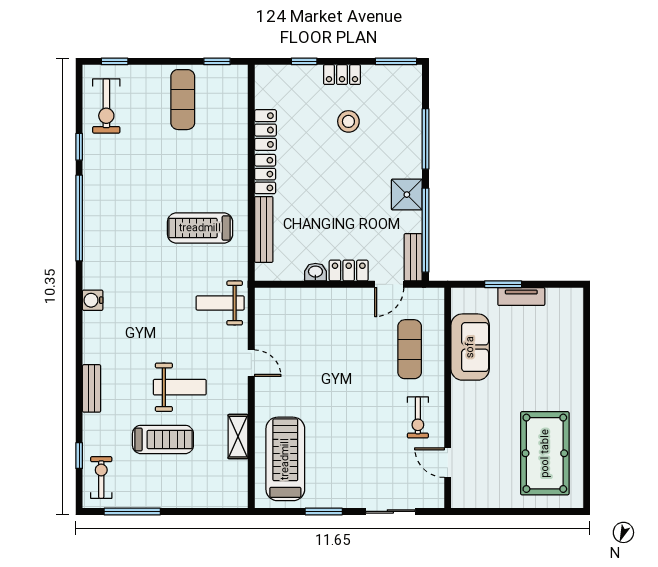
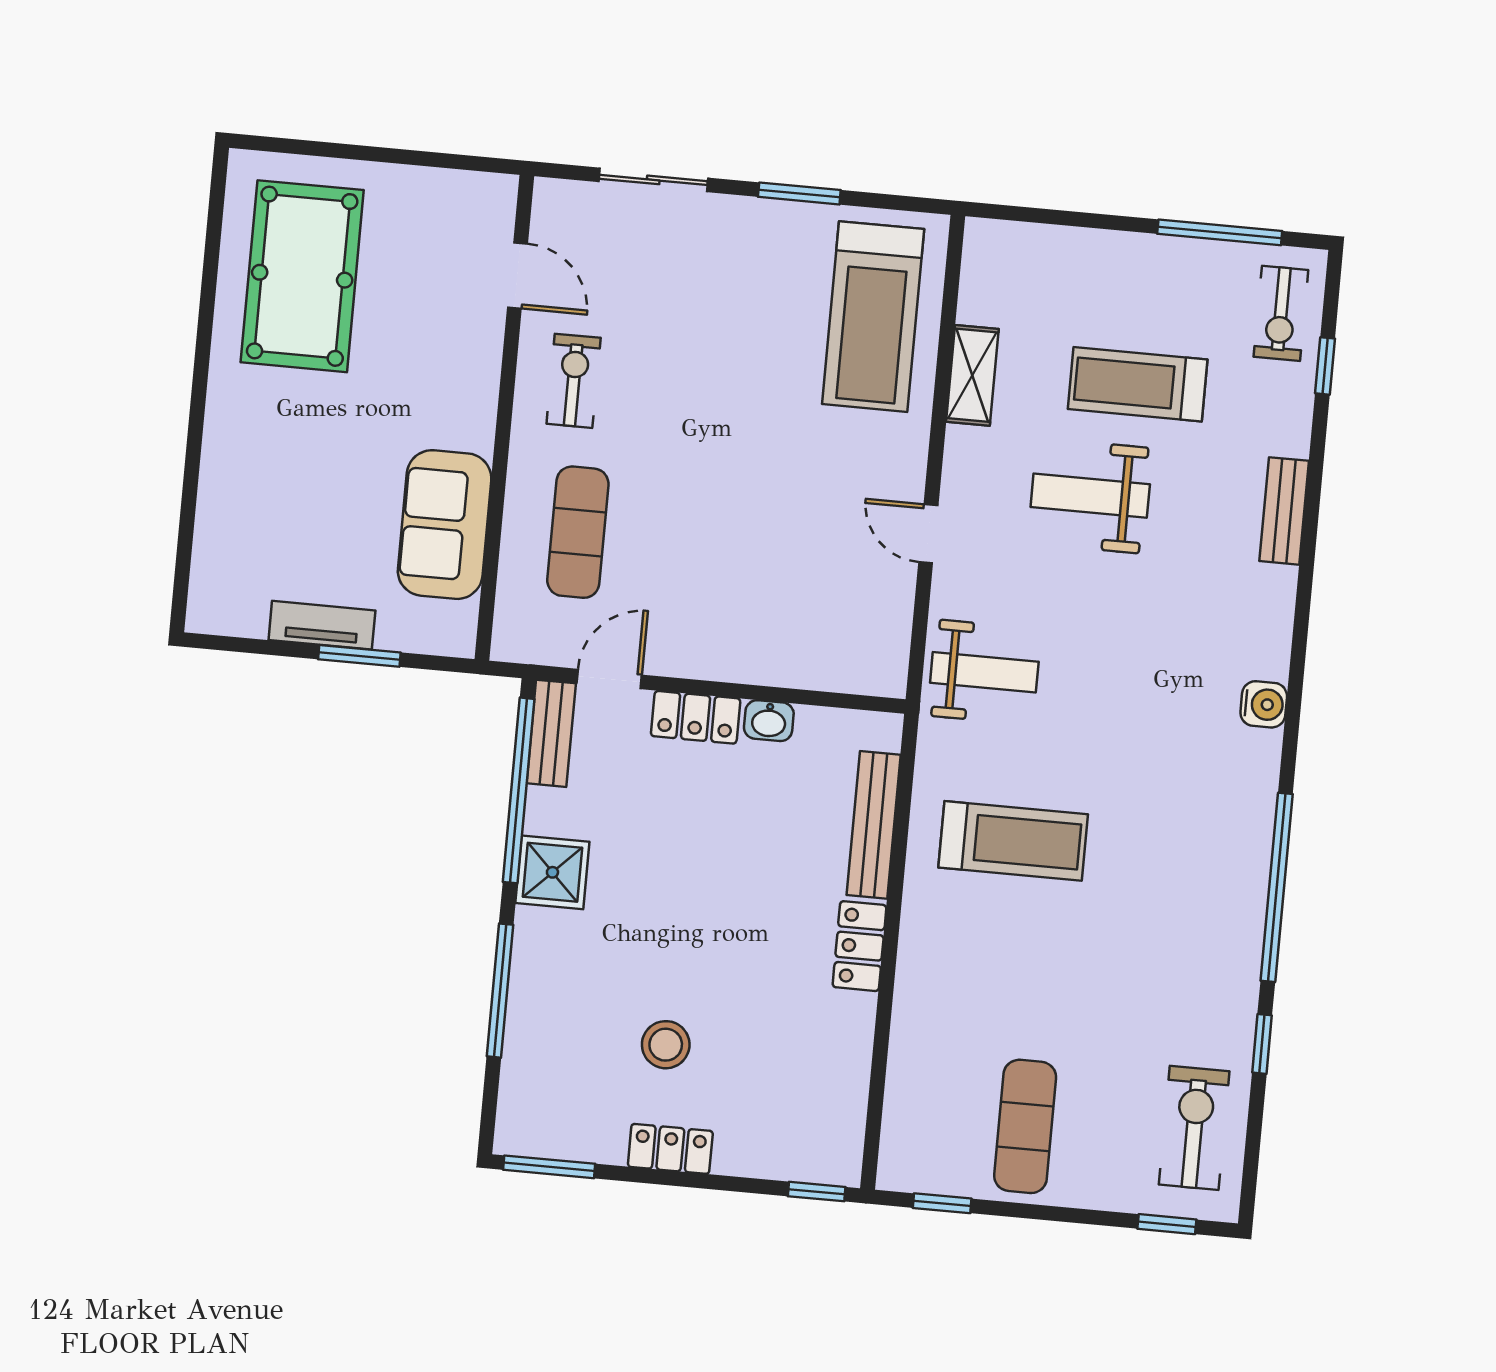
window: (304, 61) -> (817, 1192), moved
locker: (265, 130) -> (850, 1043), removed

